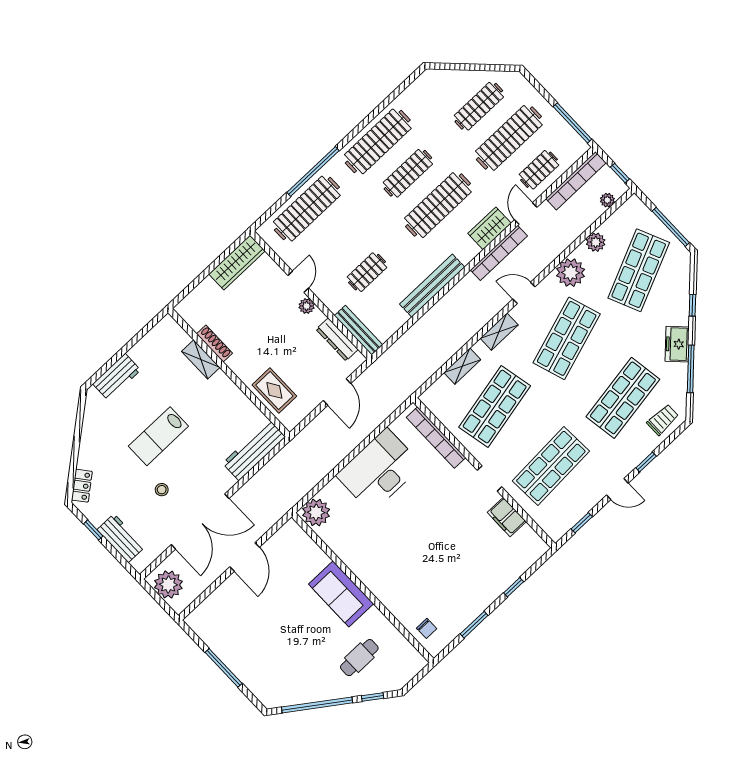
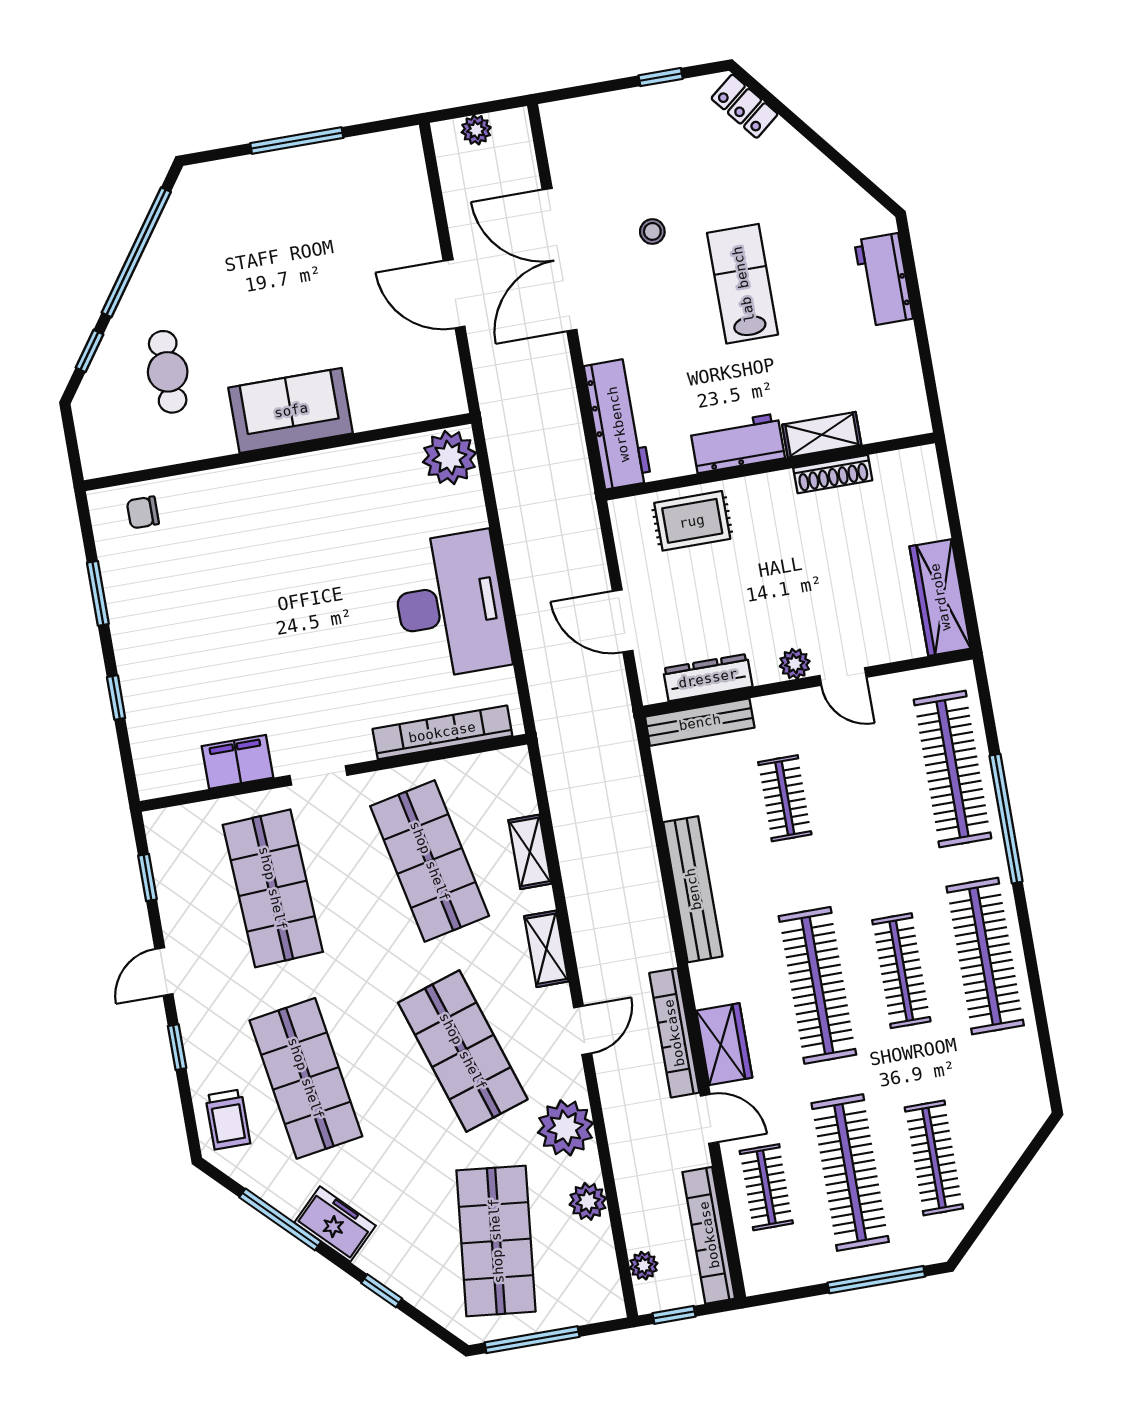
window: (572, 123) -> (876, 1280), moved
shop shelf: (639, 270) -> (496, 1241), turned 30
workbench: (121, 538) -> (737, 443), moved, turned 180
plant: (168, 585) -> (476, 130), width x0.53, depth x0.53

